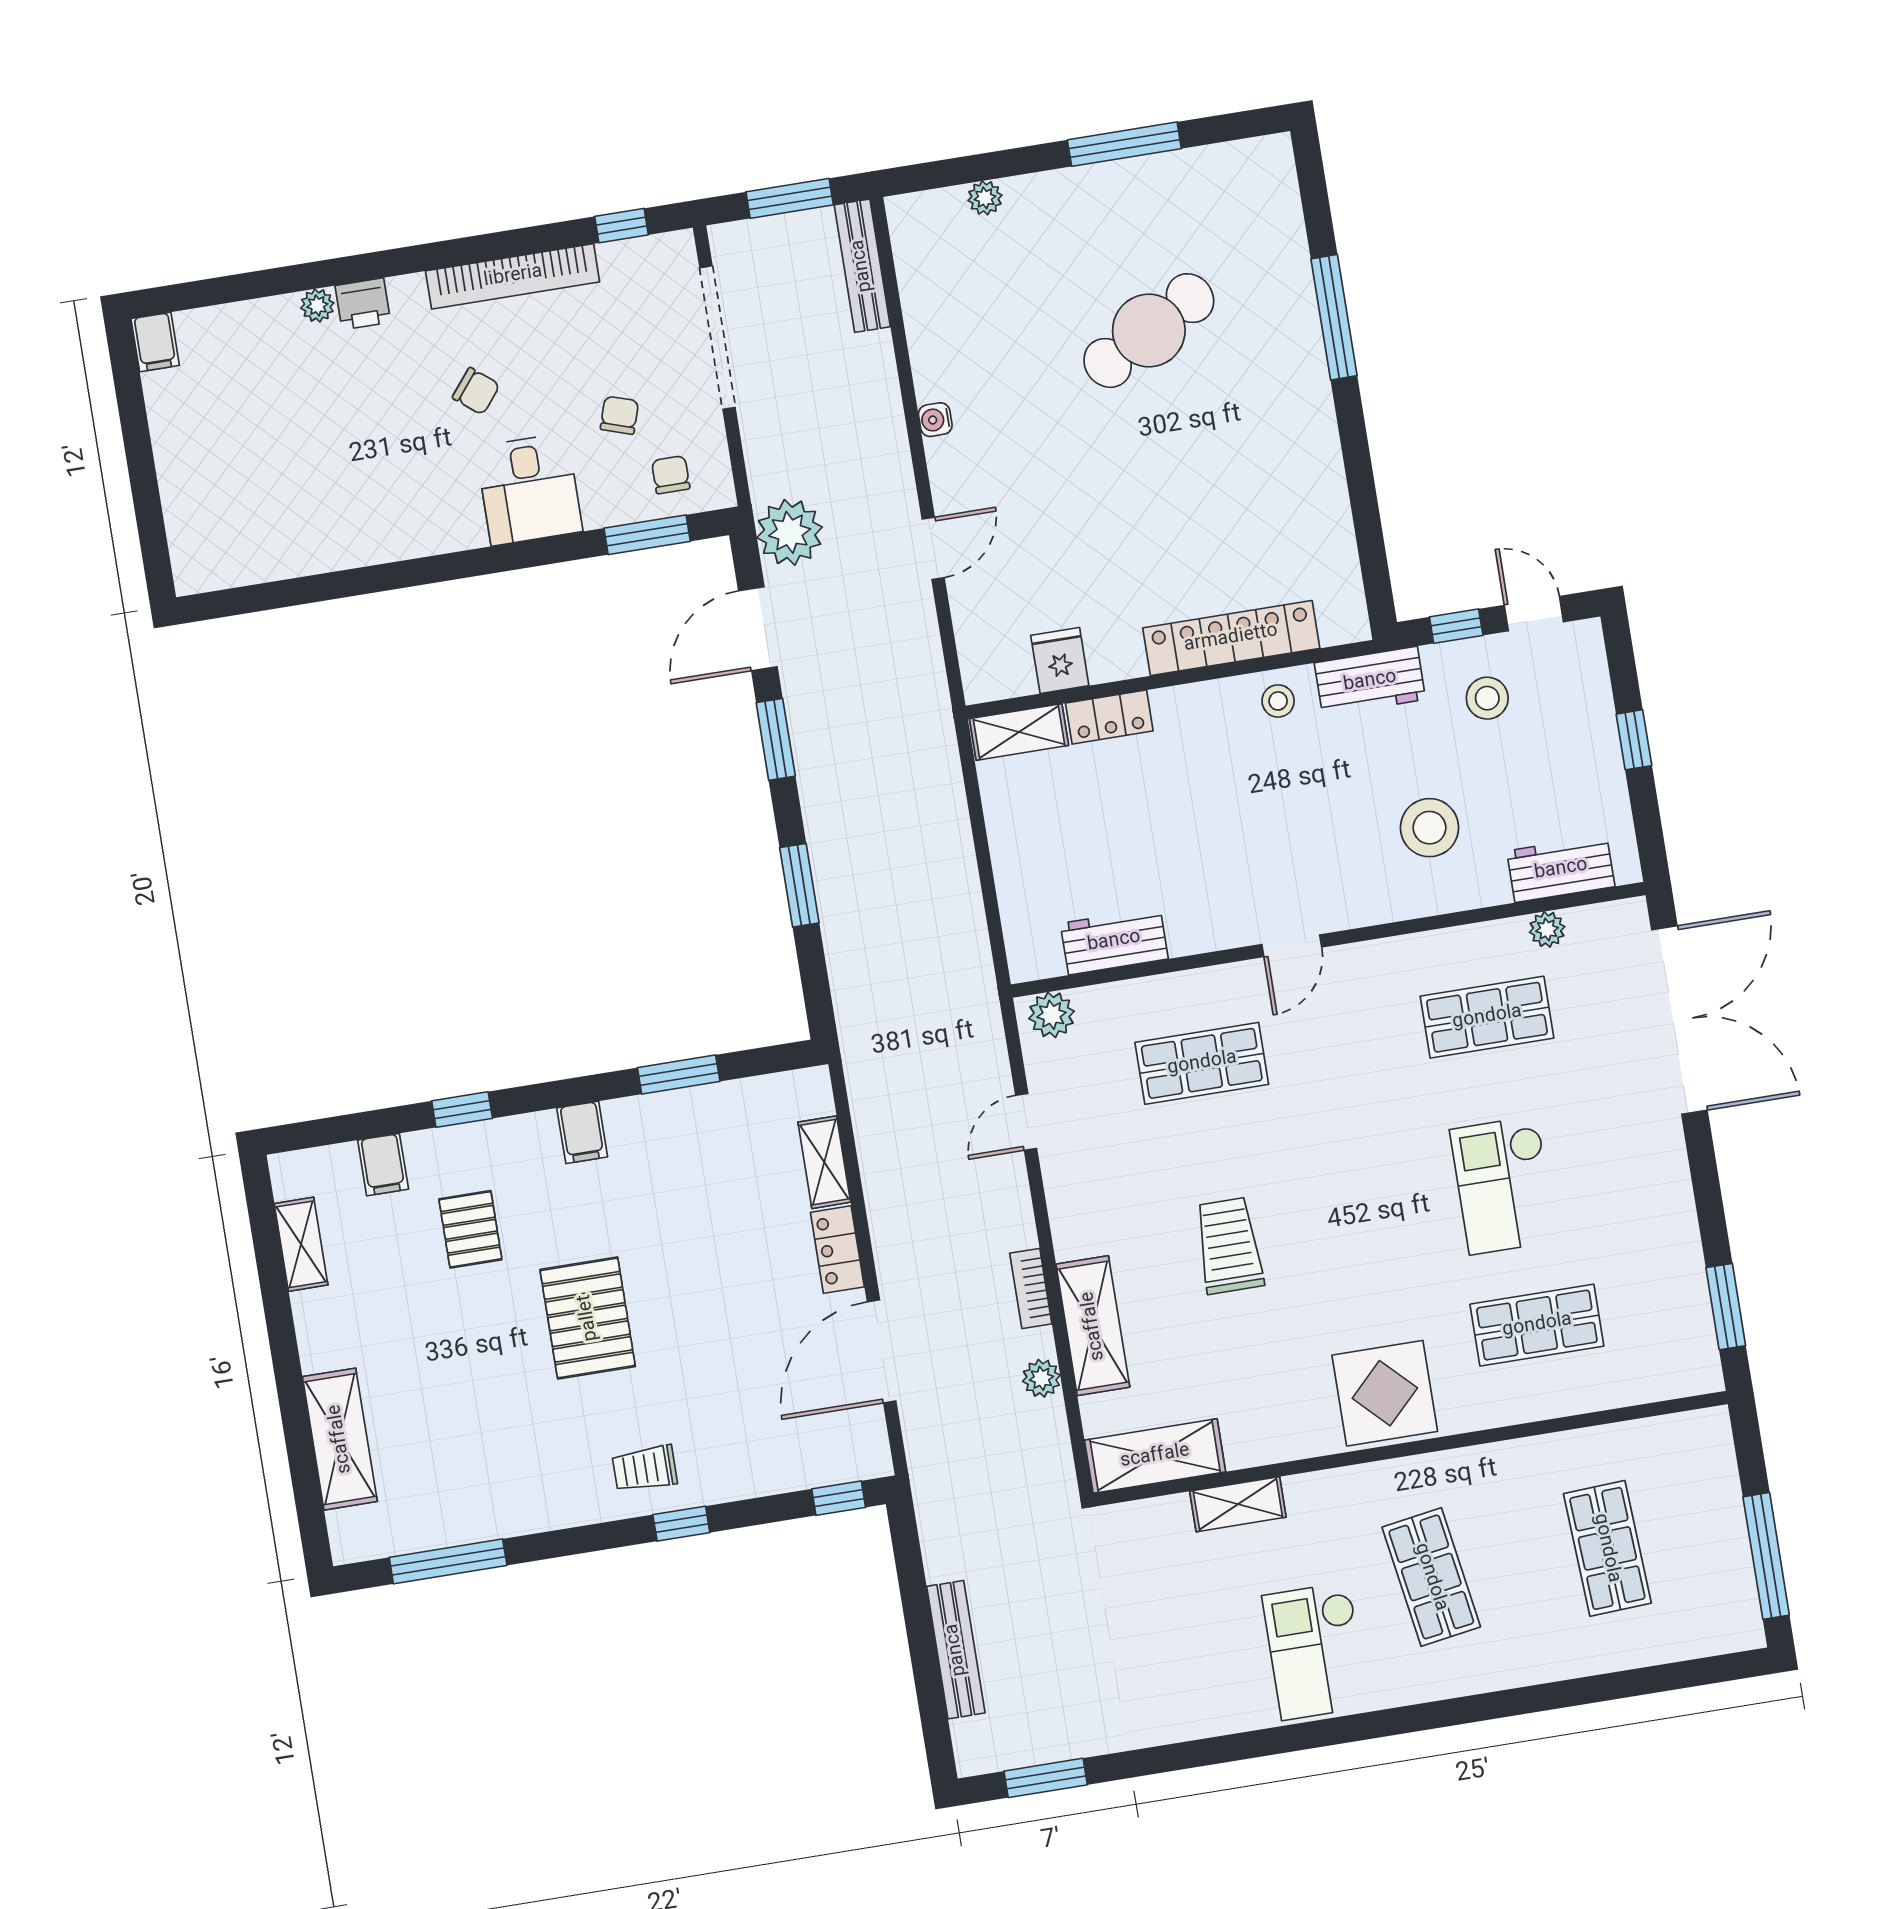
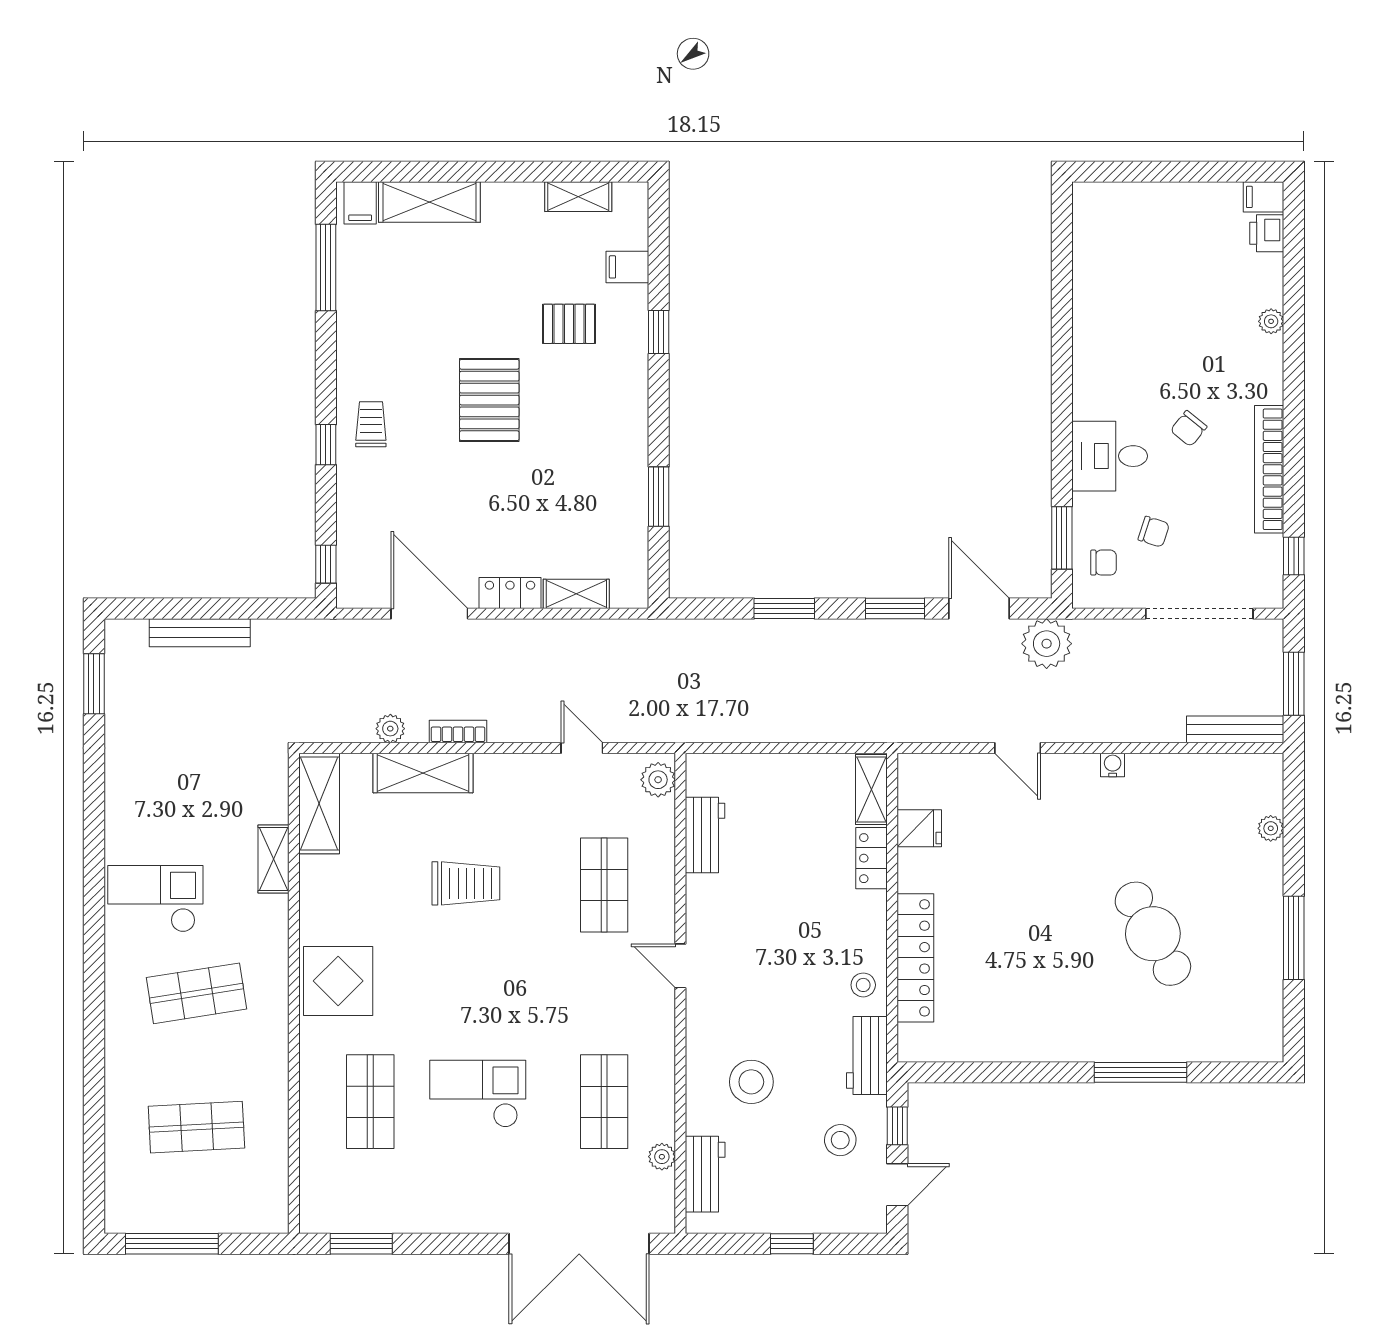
printer: (363, 304) -> (1267, 233), moved
filing cabinet: (582, 1132) -> (360, 203), moved, turned -90
pallet: (588, 1318) -> (489, 400), turned 90

